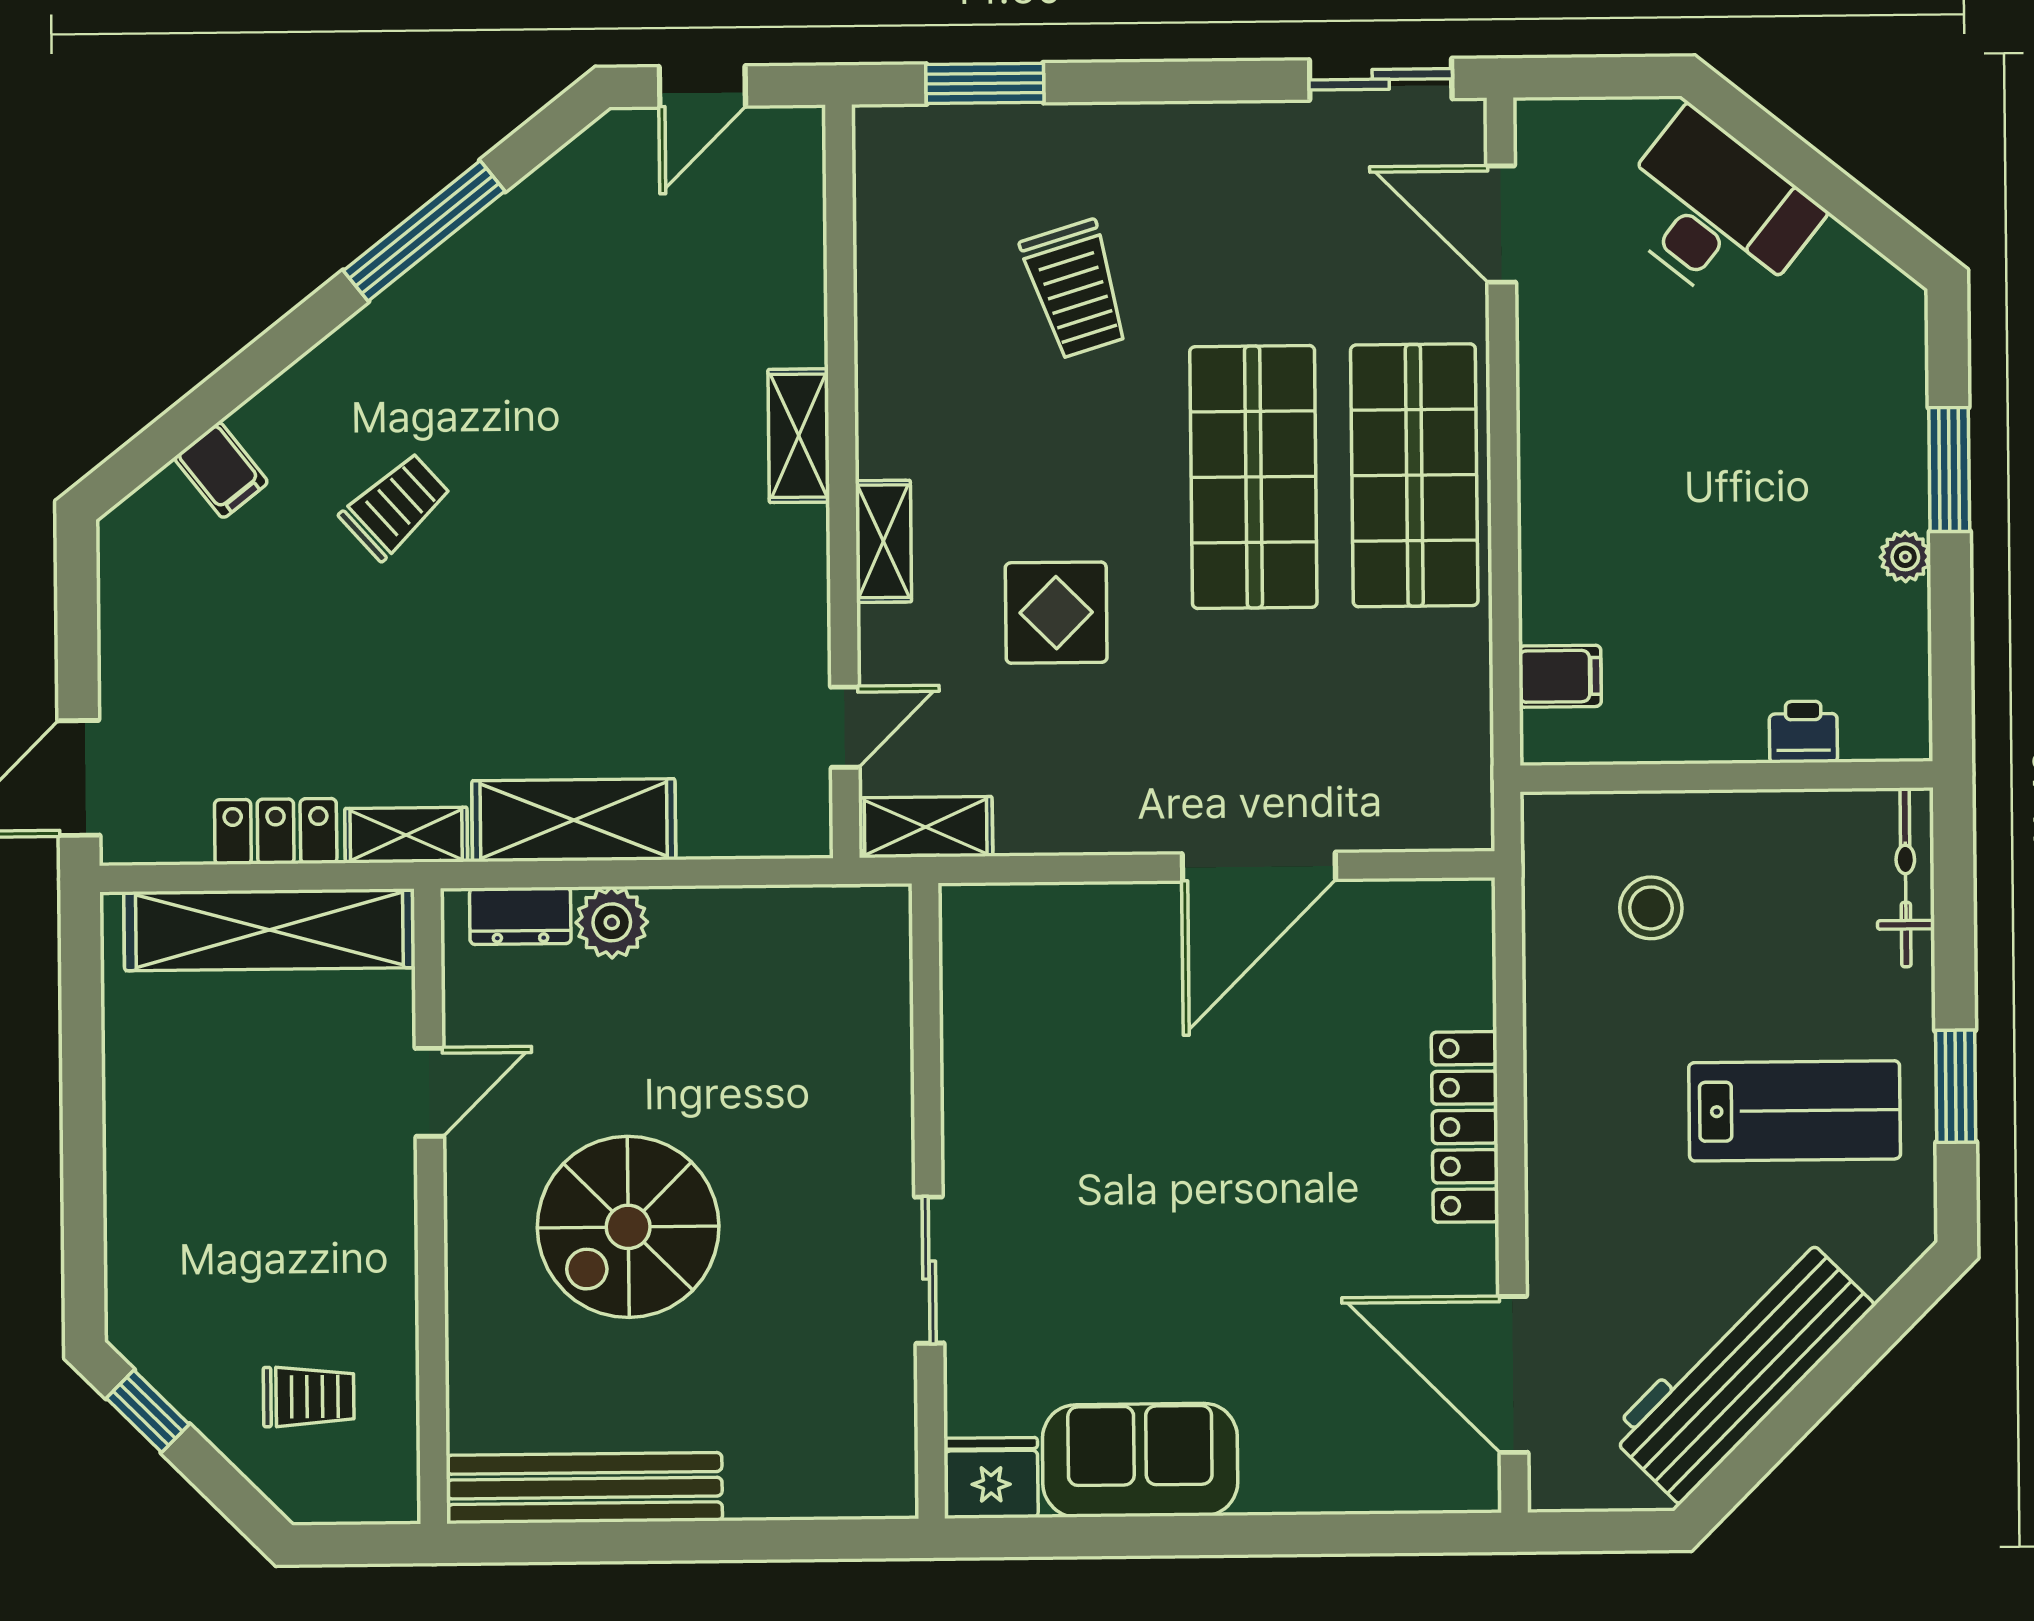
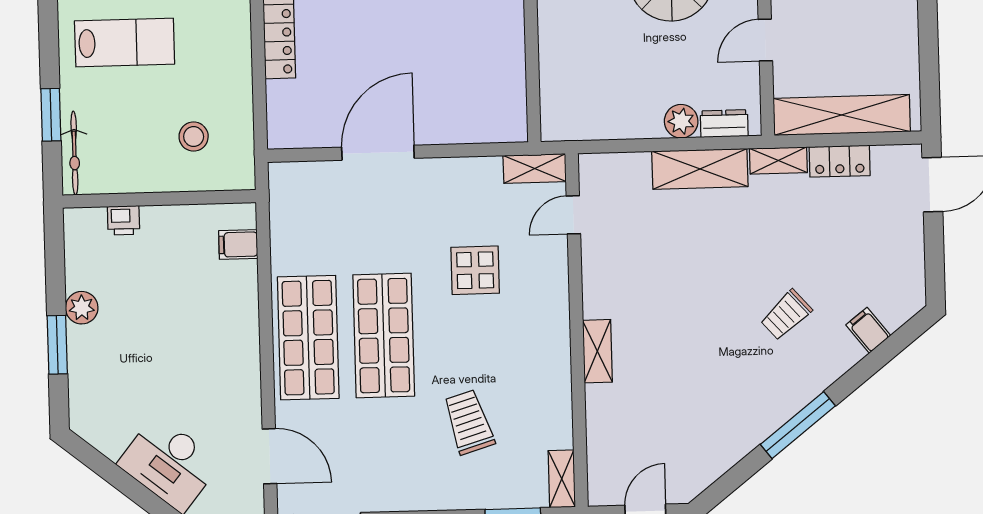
window: (424, 231) -> (798, 425), moved
shelving: (883, 541) -> (562, 479), moved
plant: (1905, 557) -> (82, 308), width x1.38, depth x1.38
window: (1956, 1086) -> (51, 115), moved
lab bench: (1795, 1111) -> (125, 42), turned 180

